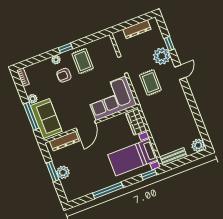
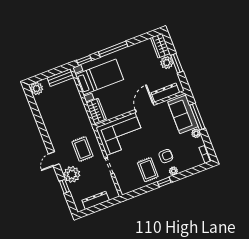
wardrobe: (70, 190) -> (160, 46), added
window: (108, 190) -> (113, 49), moved

